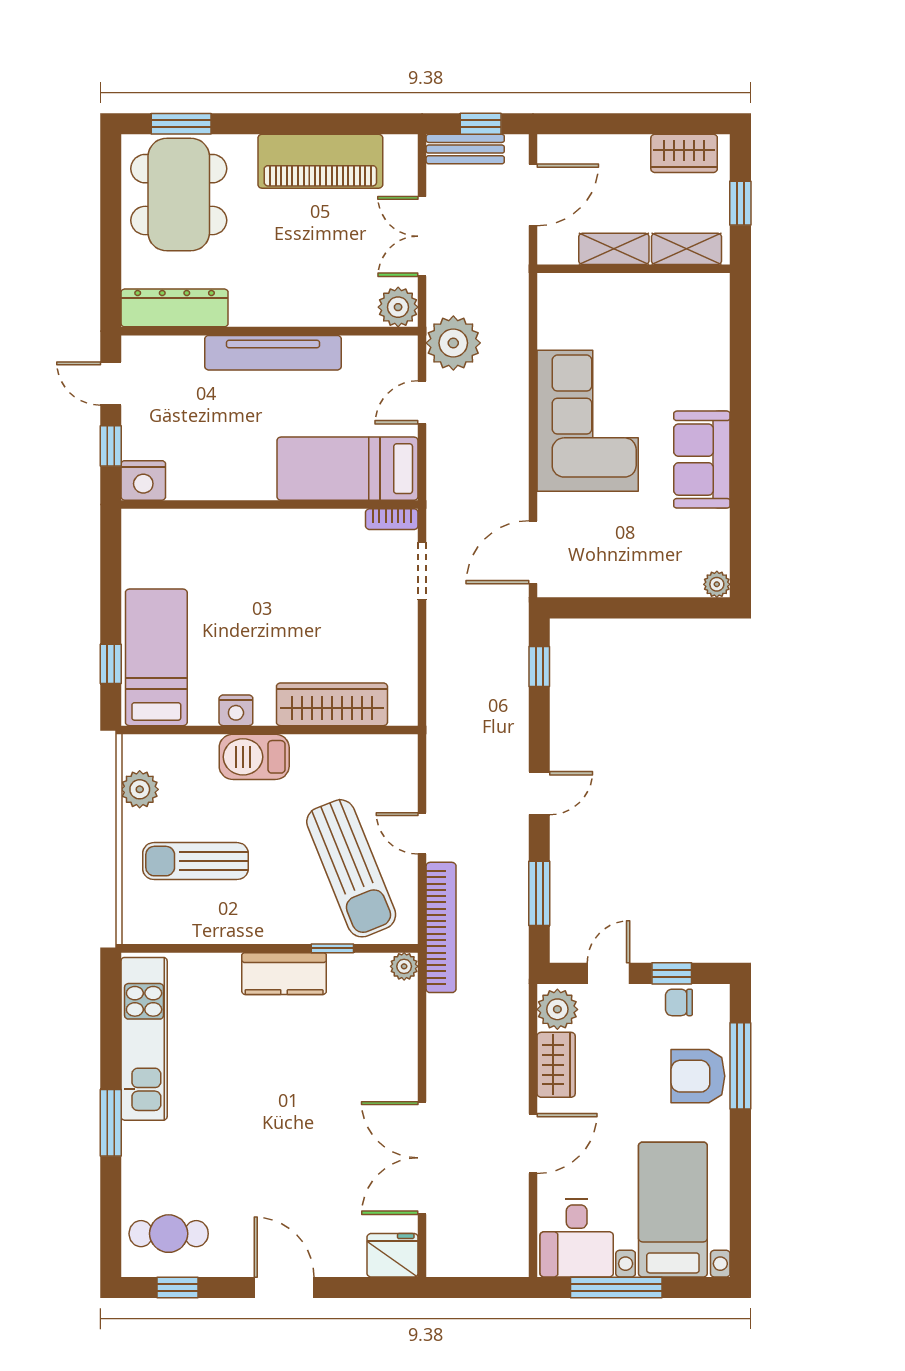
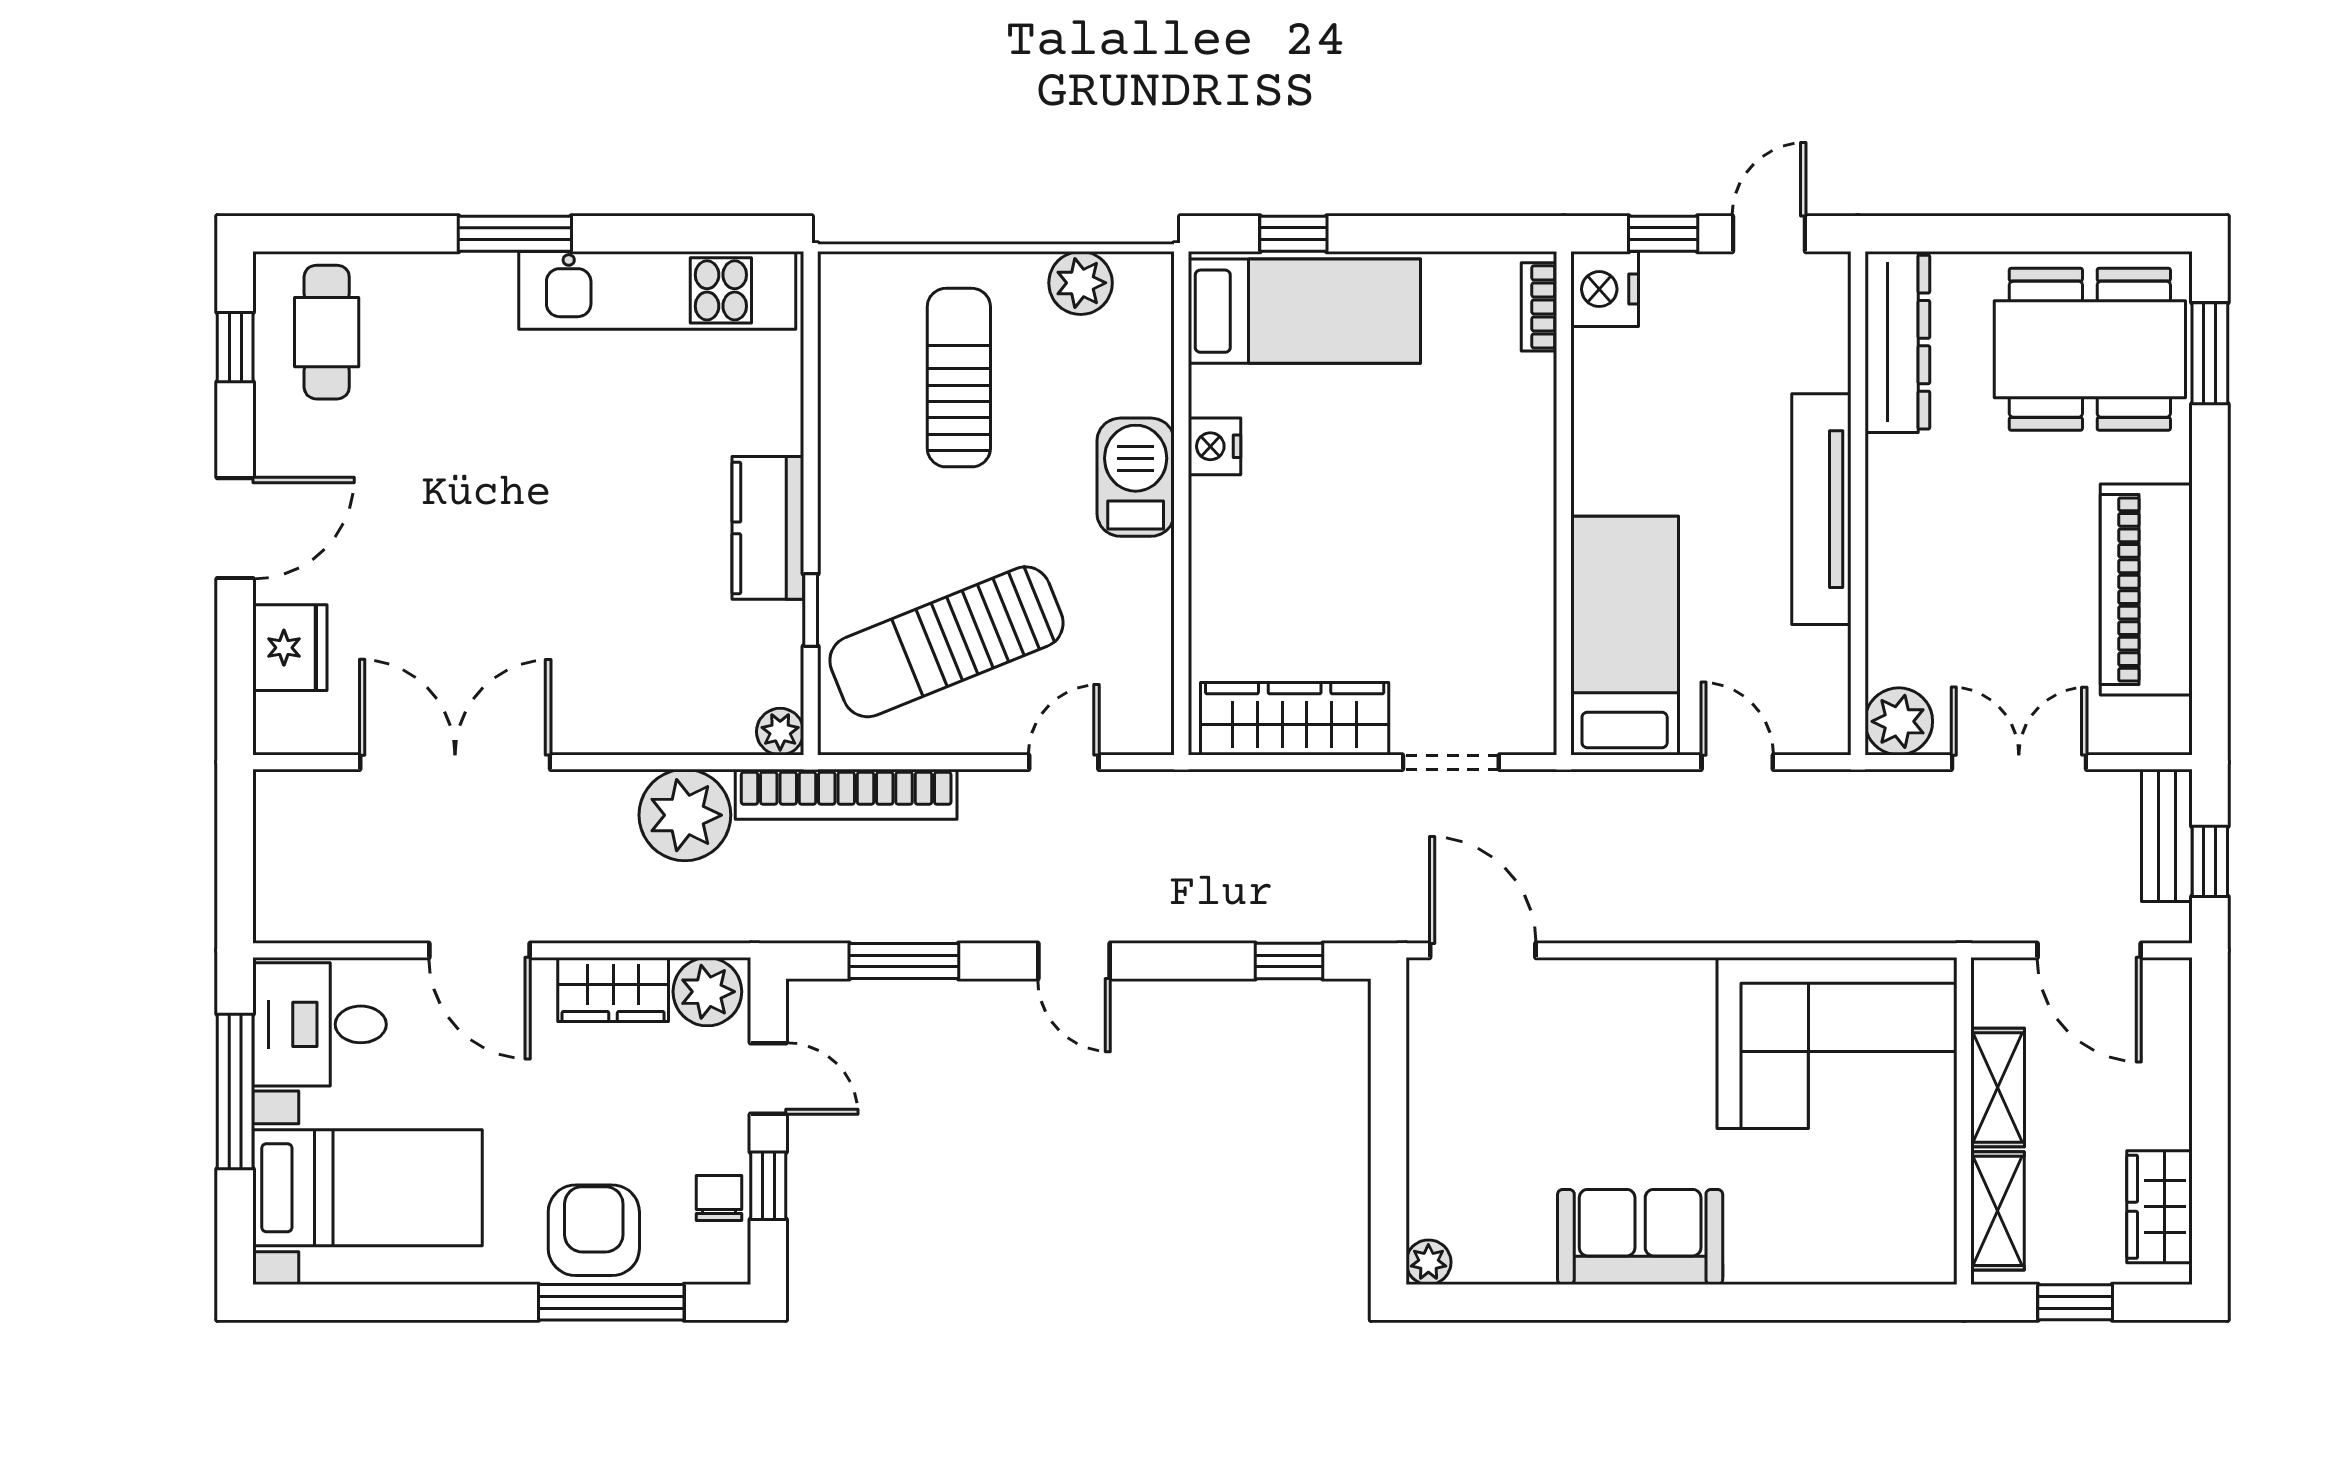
plant: (453, 343) -> (685, 815), moved
corner sofa: (588, 421) -> (1837, 1043), moved
bookcase: (392, 519) -> (1539, 307), moved
wardrobe: (332, 704) -> (1295, 719), moved, turned -90
door: (422, 833) -> (1064, 762), moved
fridge: (393, 1255) -> (290, 648), moved

